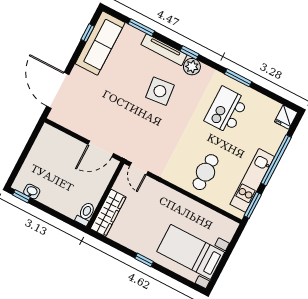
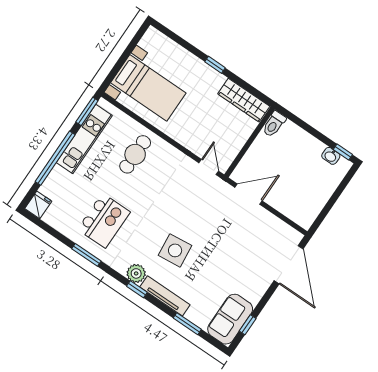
sofa: (100, 43) -> (230, 319), width x0.73
wardrobe: (108, 213) -> (244, 100), moved, turned -90
bed with nightstands: (191, 252) -> (148, 88), moved

